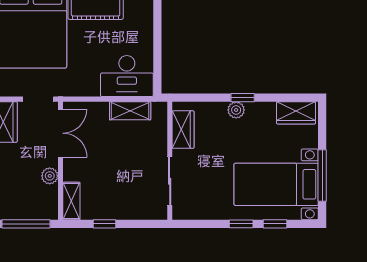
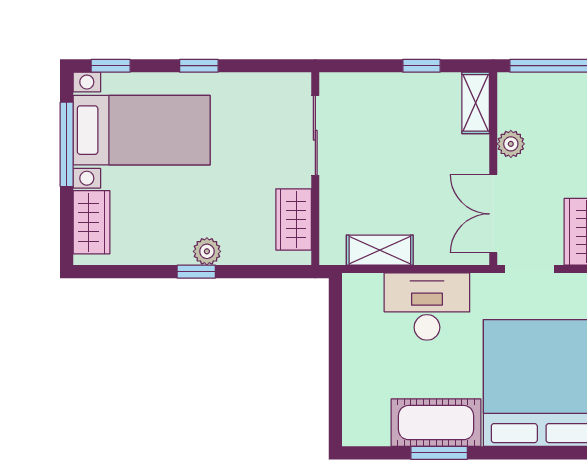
desk: (127, 76) -> (427, 307), moved
wardrobe: (296, 113) -> (92, 222), moved, turned 90
window: (275, 224) -> (111, 66), moved

